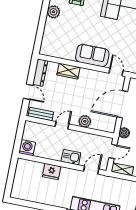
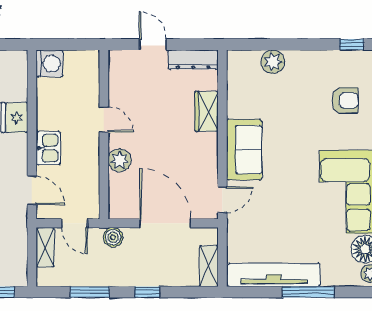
plant: (54, 12) -> (273, 62), moved
door: (28, 92) -> (153, 45), swing flipped
bench: (41, 114) -> (117, 77), removed

